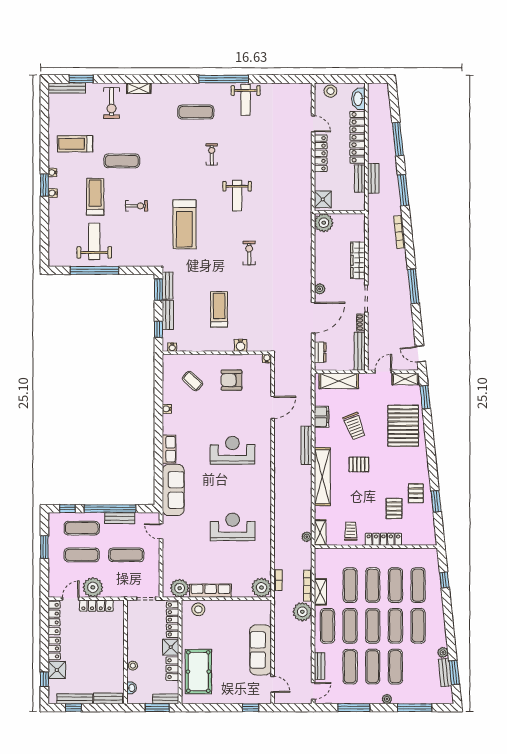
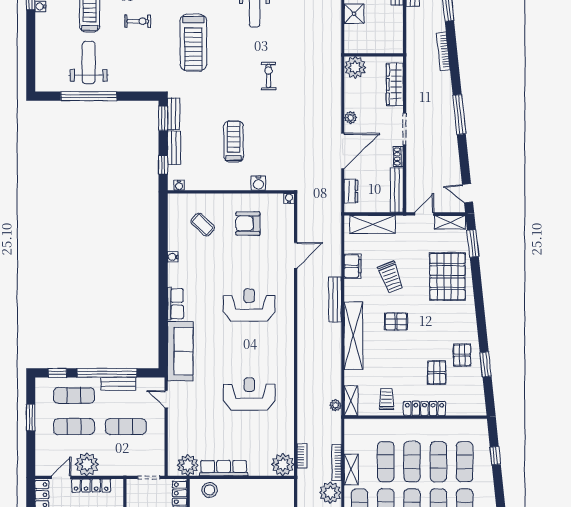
wall: (340, 212) -> (374, 55), moved
plant: (324, 223) -> (355, 67), moved

